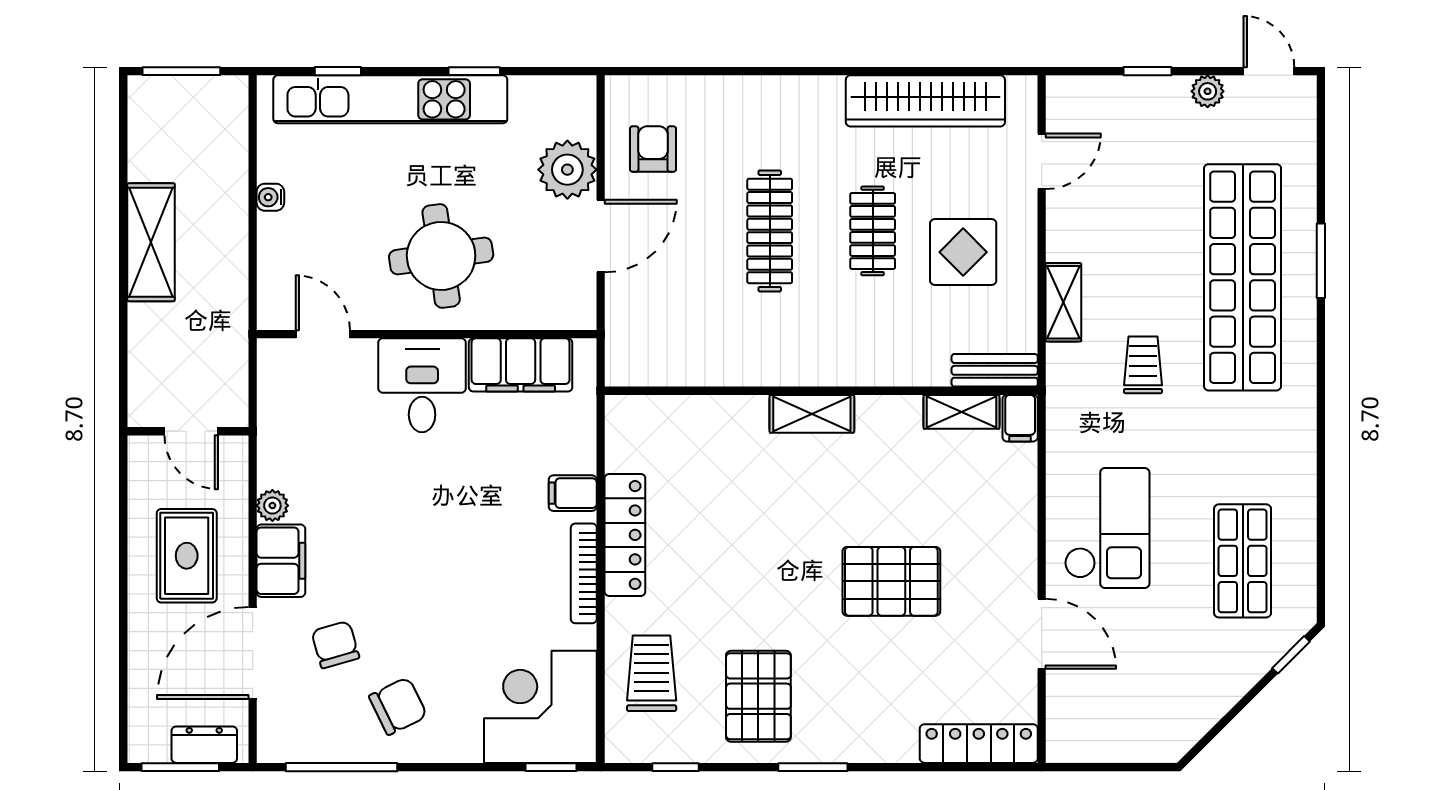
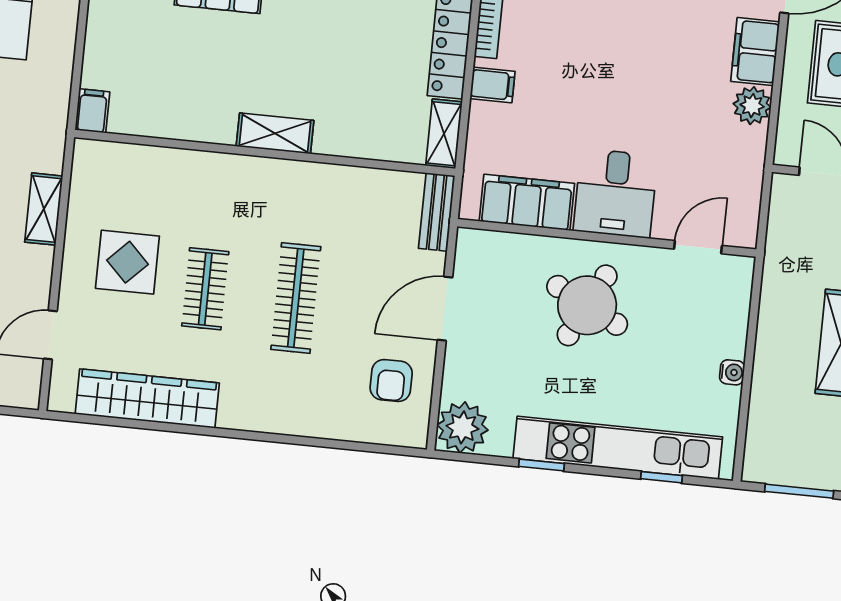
plant: (567, 170) -> (462, 427), moved
round table: (441, 256) -> (587, 305), turned 35
door: (323, 334) -> (698, 247), swing flipped
bench: (995, 370) -> (437, 212), moved, turned 90
shelving: (961, 412) -> (444, 134), moved, turned 90
plant: (272, 506) -> (752, 106), width x1.38, depth x1.38

